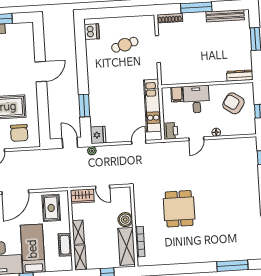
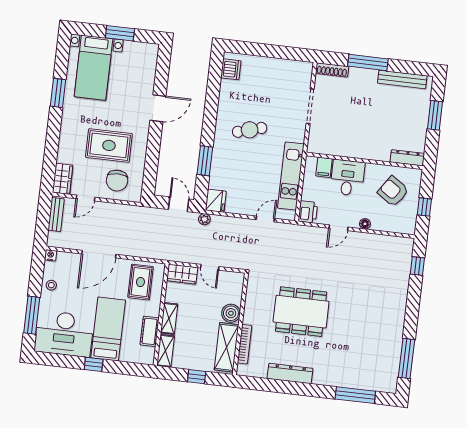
cafe table: (125, 45) -> (250, 130), moved
dining table: (179, 209) -> (301, 312), width x1.38
dresser: (179, 258) -> (290, 373), added

